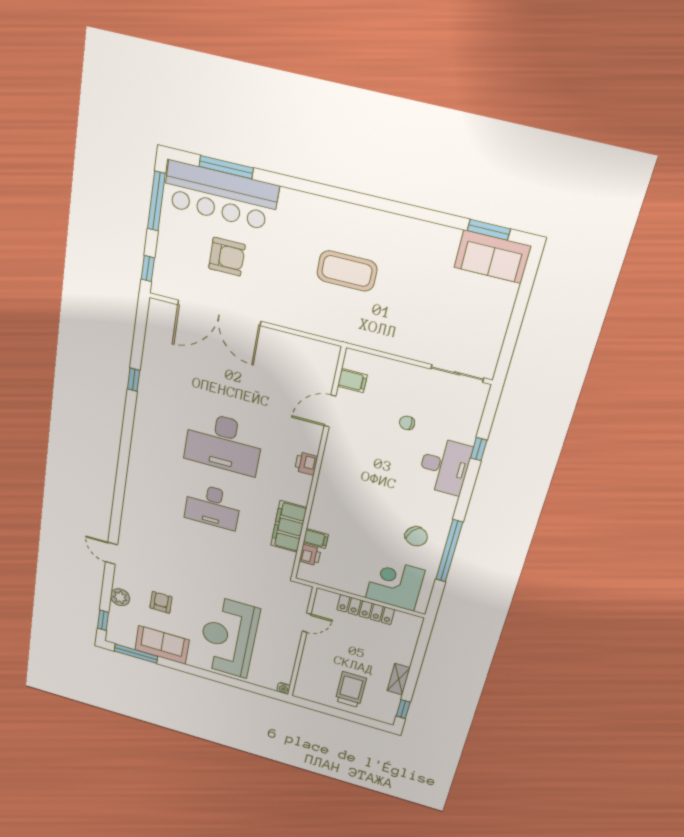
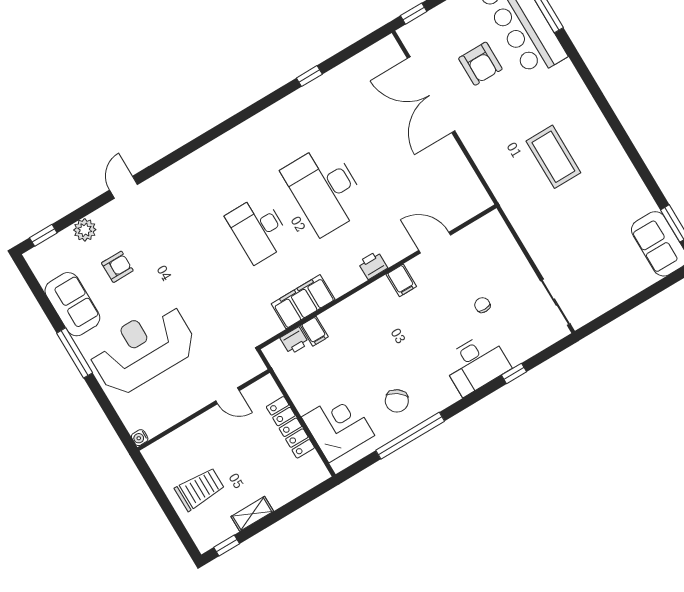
filing cabinet: (352, 381) -> (401, 280), moved
window: (136, 654) -> (75, 353), moved

